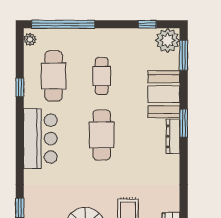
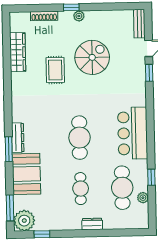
window: (63, 24) -> (115, 233), removed
dresser: (89, 35) -> (92, 224), added
plant: (30, 39) -> (143, 198), moved

